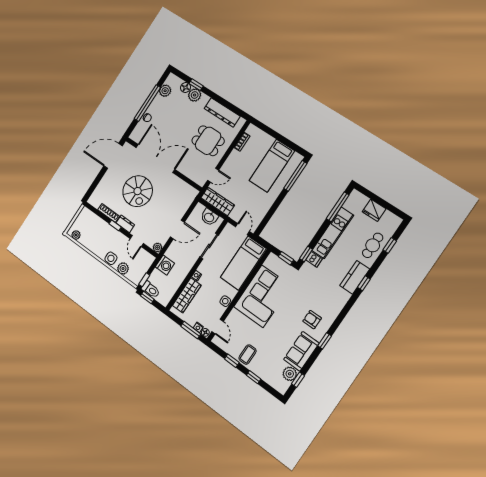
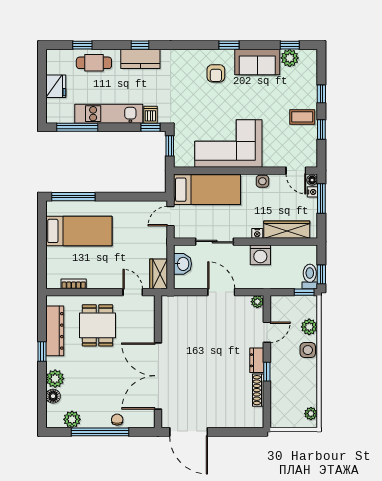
window: (196, 85) -> (42, 351), moved
spiral stairs: (138, 191) -> (209, 372), removed
wardrobe: (218, 201) -> (159, 274), width x0.67
washing machine: (165, 265) -> (260, 255), moved, turned 180
door: (218, 327) -> (296, 171), swing flipped

